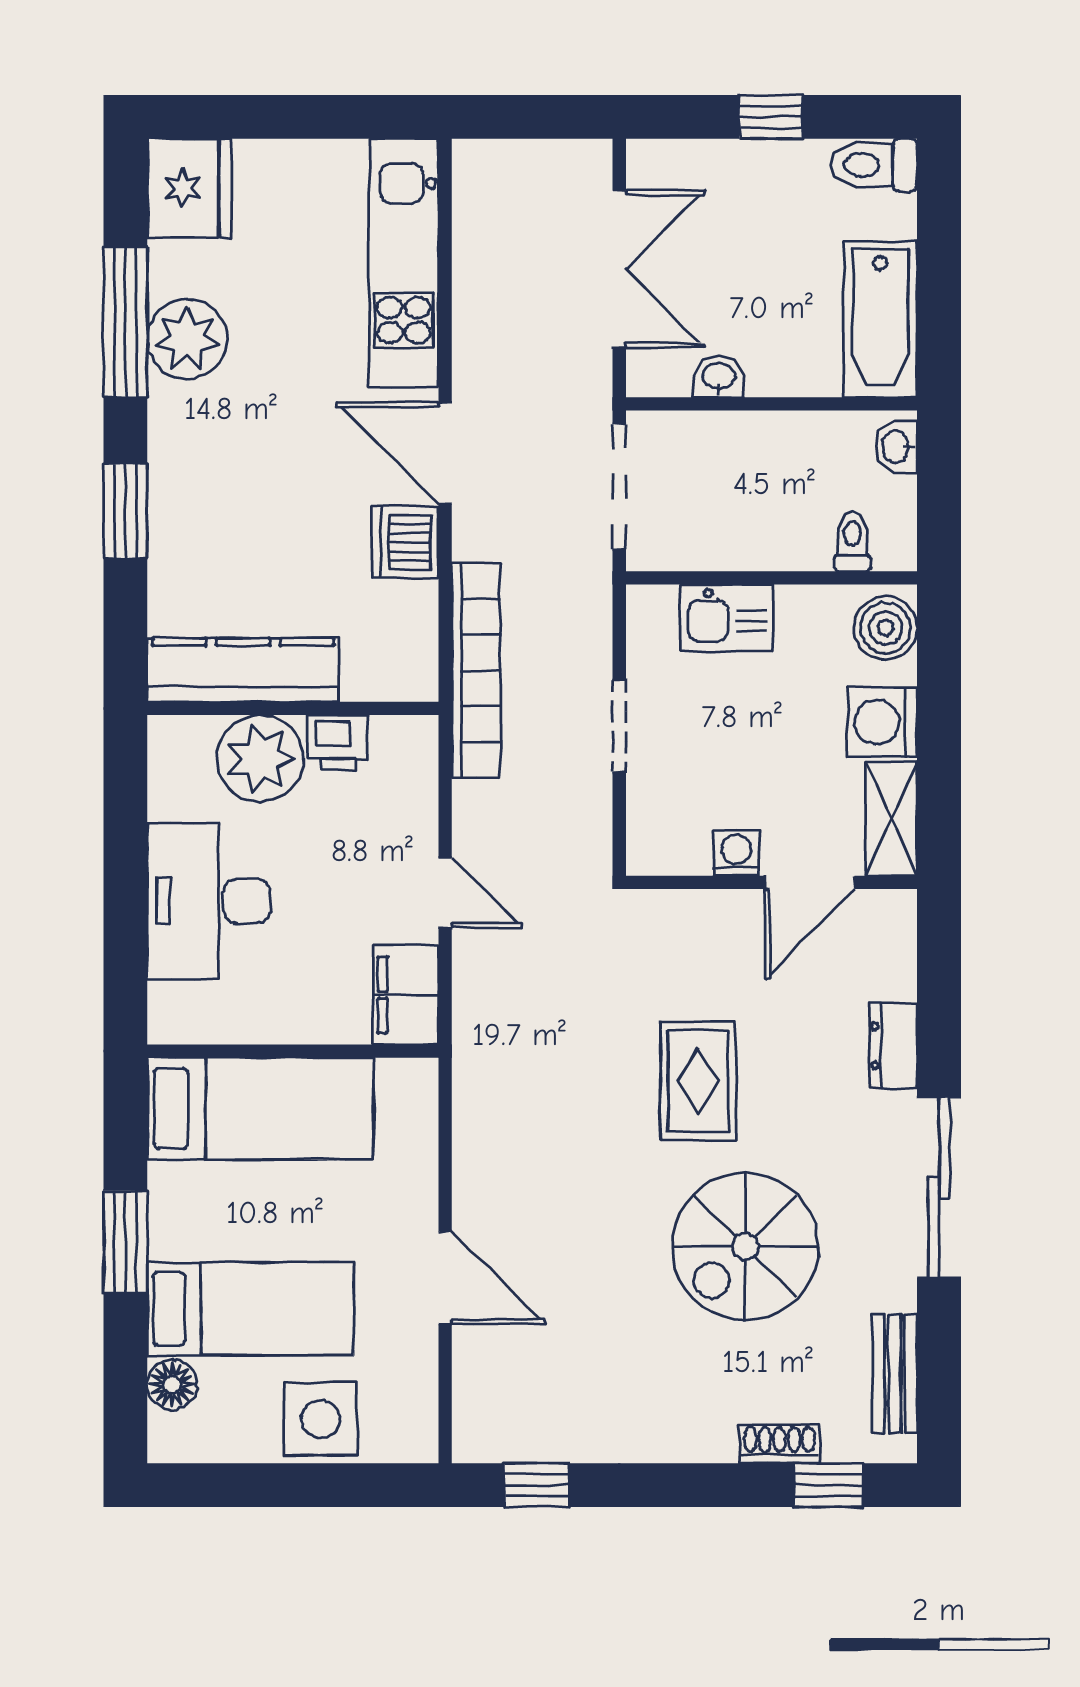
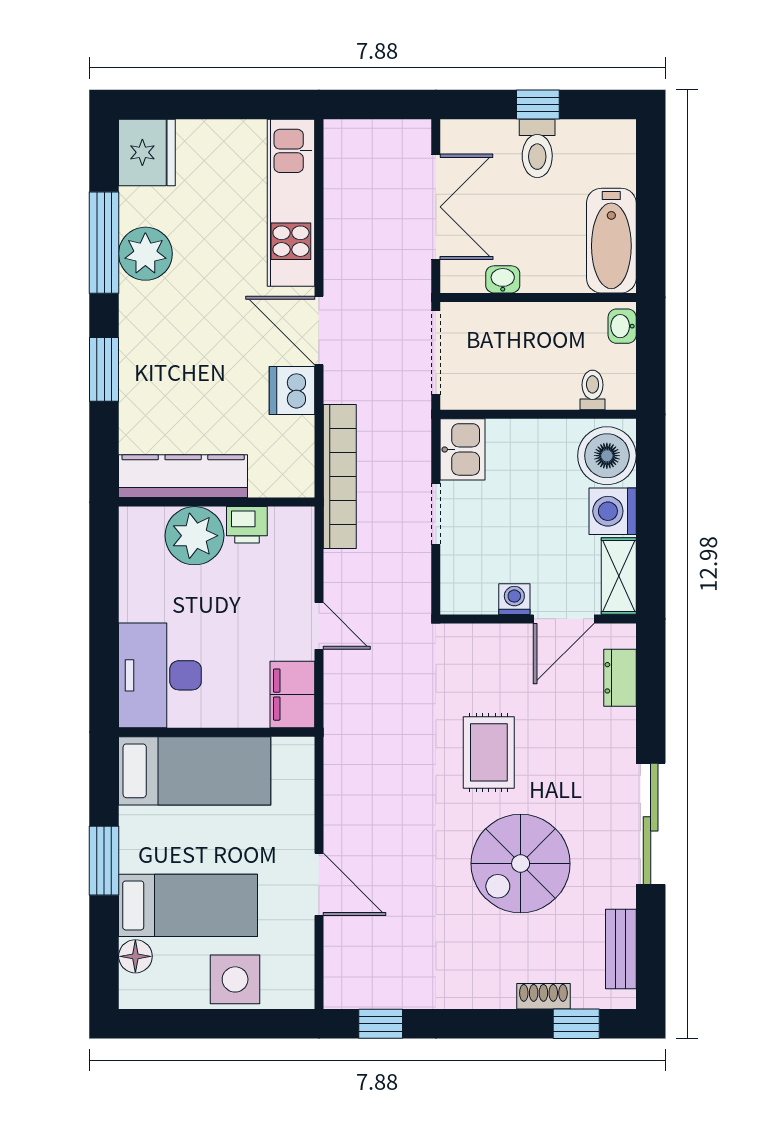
toilet: (874, 165) -> (537, 148), moved, turned -90
kitchen sink: (727, 618) -> (462, 449), moved, turned -90
boiler: (886, 628) -> (607, 456), width x1.37, depth x1.37
desk: (209, 901) -> (160, 675), moved
dresser: (893, 1046) -> (620, 678), moved

